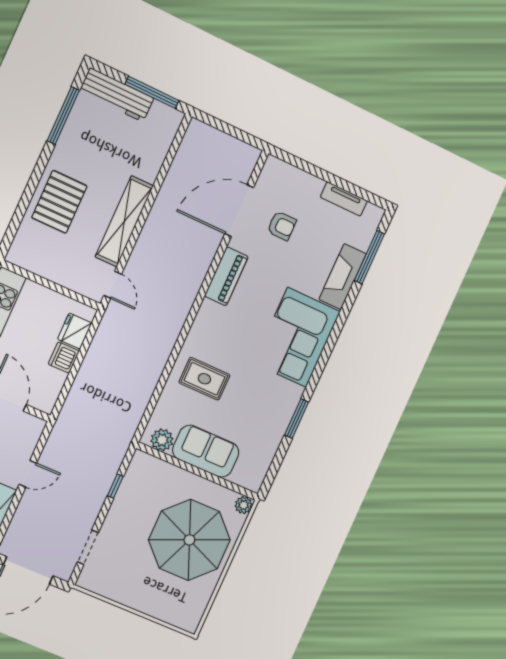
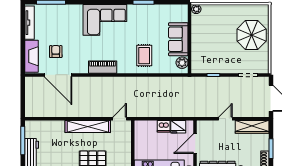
tv unit: (344, 199) -> (30, 23), width x1.41
piano: (226, 276) -> (103, 67), moved
fireplace: (343, 277) -> (32, 56), moved, turned -90
fridge: (75, 331) -> (178, 127), moved
door: (28, 474) -> (225, 119), hinge flipped
parasol: (189, 540) -> (252, 35), moved, width x0.73, depth x0.73

